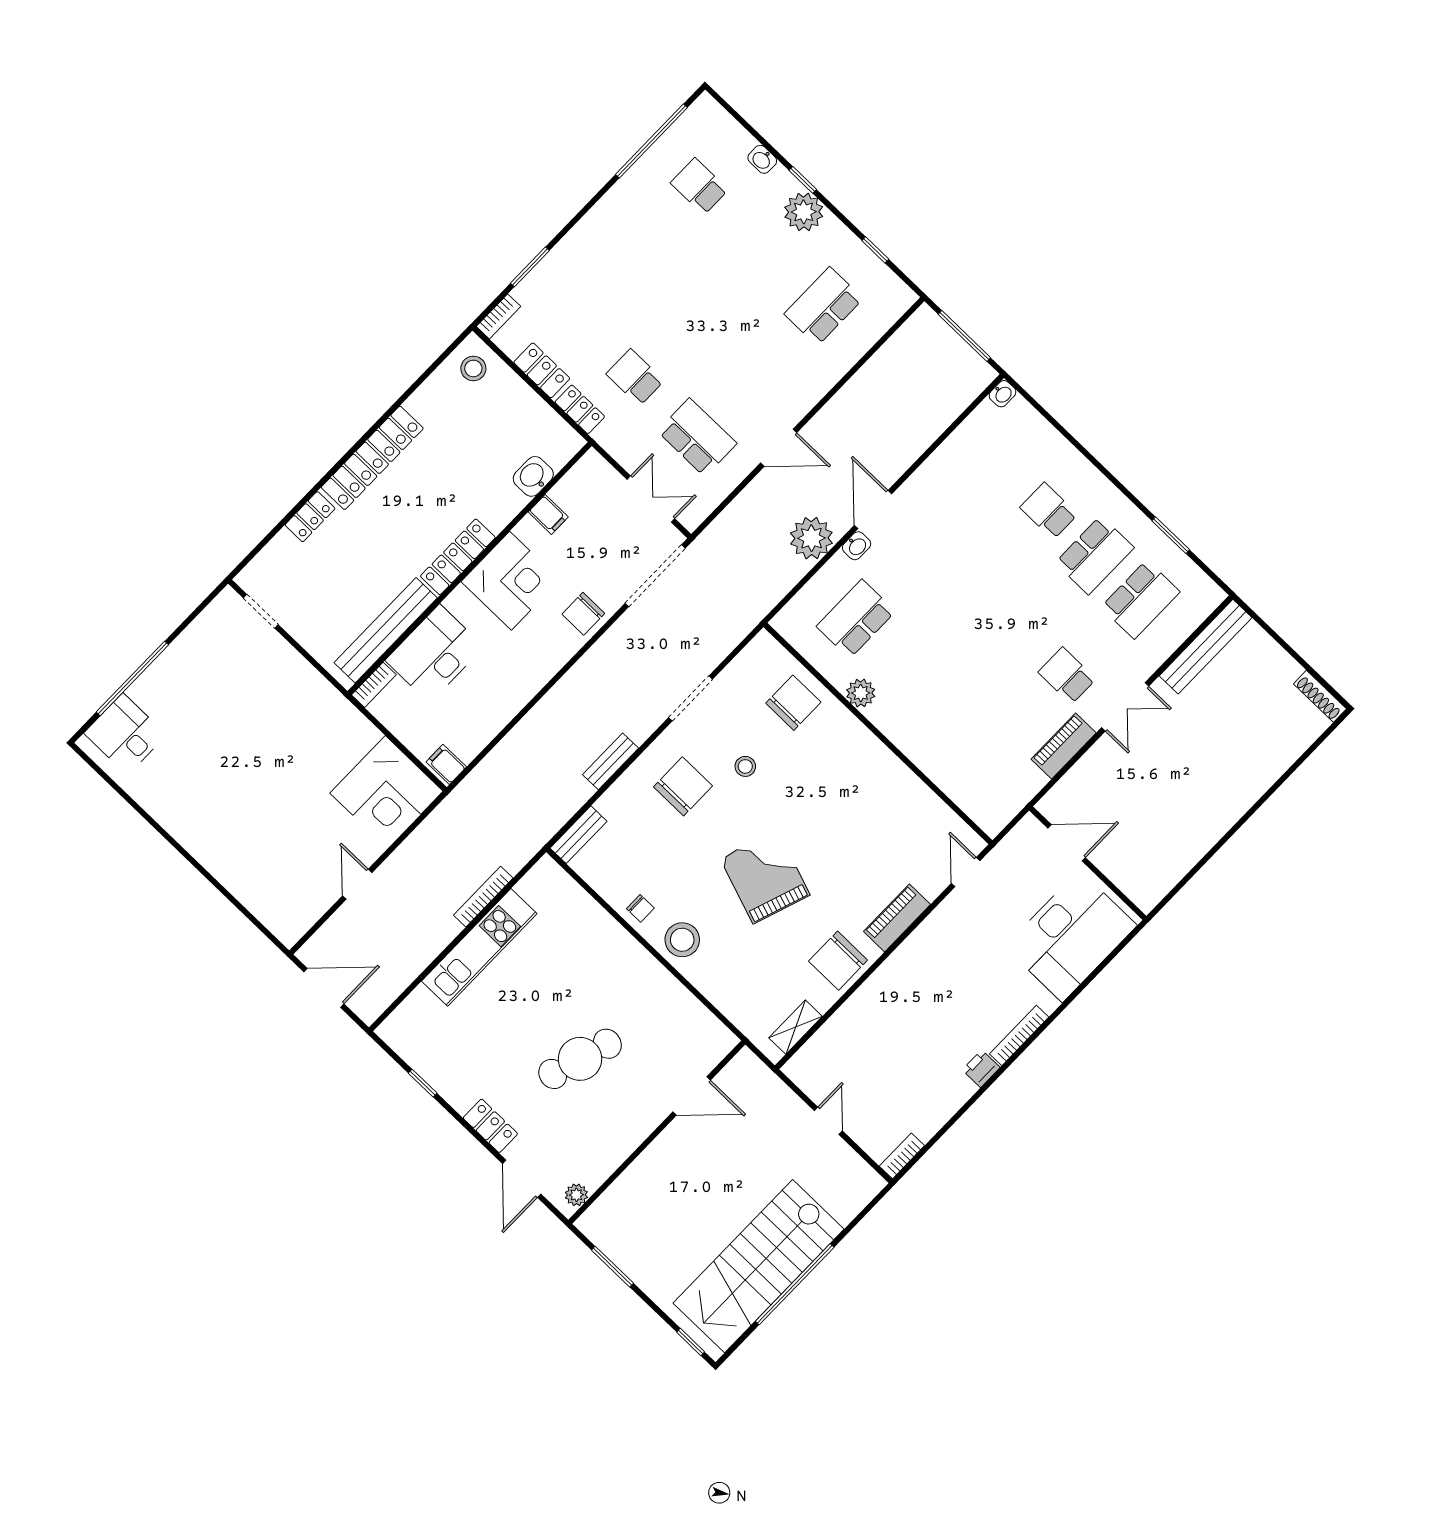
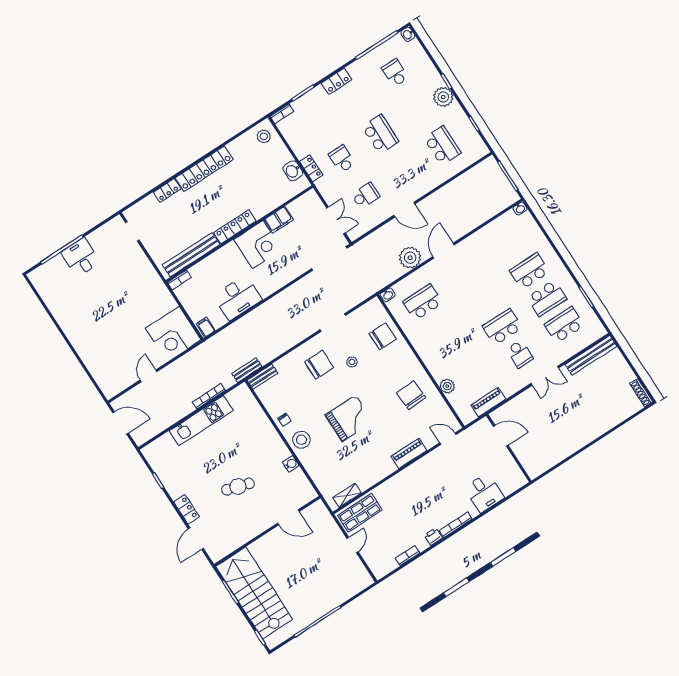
washbasin: (762, 159) -> (408, 34), moved
school desk: (824, 306) -> (442, 146), turned 90
school desk: (698, 312) -> (380, 134), added
locker: (542, 370) -> (336, 81), moved, turned 90
school desk: (697, 437) -> (366, 195), width x0.54
washbasin: (533, 476) -> (293, 171), moved, turned -90
school desk: (1049, 511) -> (529, 271), width x1.85
filing cabinet: (548, 514) -> (279, 220), width x2.00
washbasin: (857, 546) -> (388, 295), moved
school desk: (1140, 599) -> (564, 325), turned 180
chair: (583, 614) -> (290, 269), removed
school desk: (1021, 631) -> (502, 327), added
desk: (435, 654) -> (238, 298), moved, turned 180
school desk: (1067, 676) -> (520, 354), turned 180
plant: (861, 693) -> (447, 386), moved
desk: (125, 734) -> (81, 257), moved
piano: (1064, 746) -> (488, 402), moved
bench: (611, 761) -> (247, 370), moved
door: (966, 872) -> (448, 439), hinge flipped
grand piano: (765, 877) -> (349, 418), turned 71
desk: (1071, 936) -> (484, 493), width x0.53, depth x0.77
chair: (838, 961) -> (411, 395), moved, turned 87
water cooler: (673, 991) -> (291, 464), added
shop shelf: (828, 1055) -> (360, 513), added
cafe table: (580, 1059) -> (238, 487), width x0.73, depth x0.74
bookcase: (902, 1156) -> (408, 556), moved
plant: (576, 1195) -> (221, 553), removed
stairs: (759, 1266) -> (254, 593), moved, turned 90

